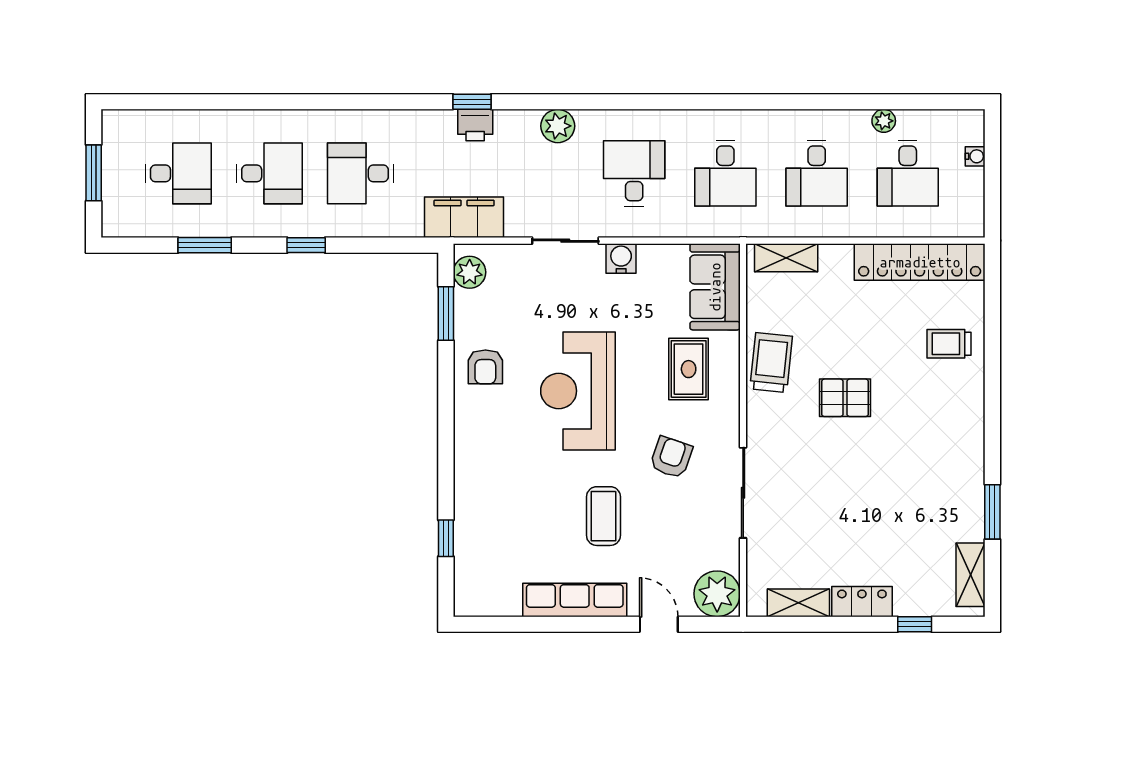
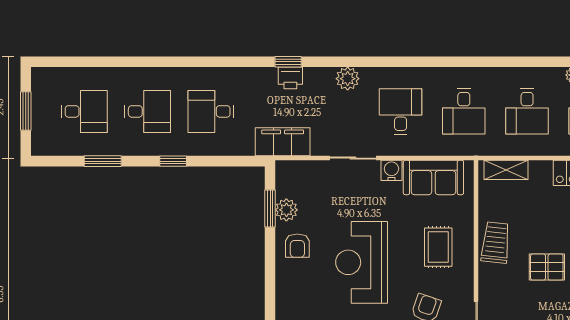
plant: (470, 272) -> (286, 210), moved
sofa: (715, 287) -> (433, 177), moved, turned -90

